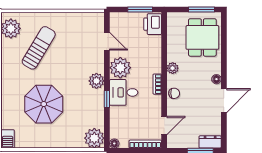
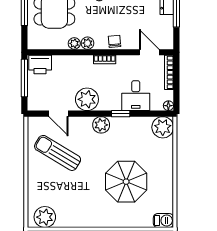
window: (140, 10) -> (24, 78), width x1.44
door: (107, 41) -> (59, 114), swing flipped
sun lounger: (39, 48) -> (58, 153), moved
plant: (172, 56) -> (74, 43), added
desk: (124, 92) -> (136, 96), moved

